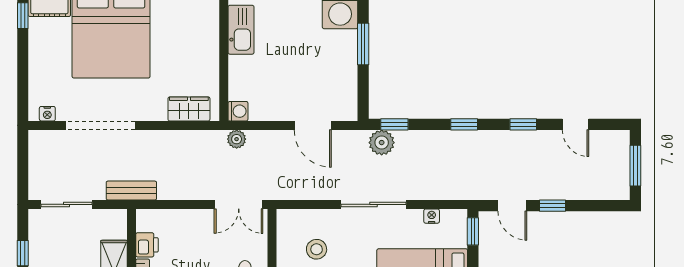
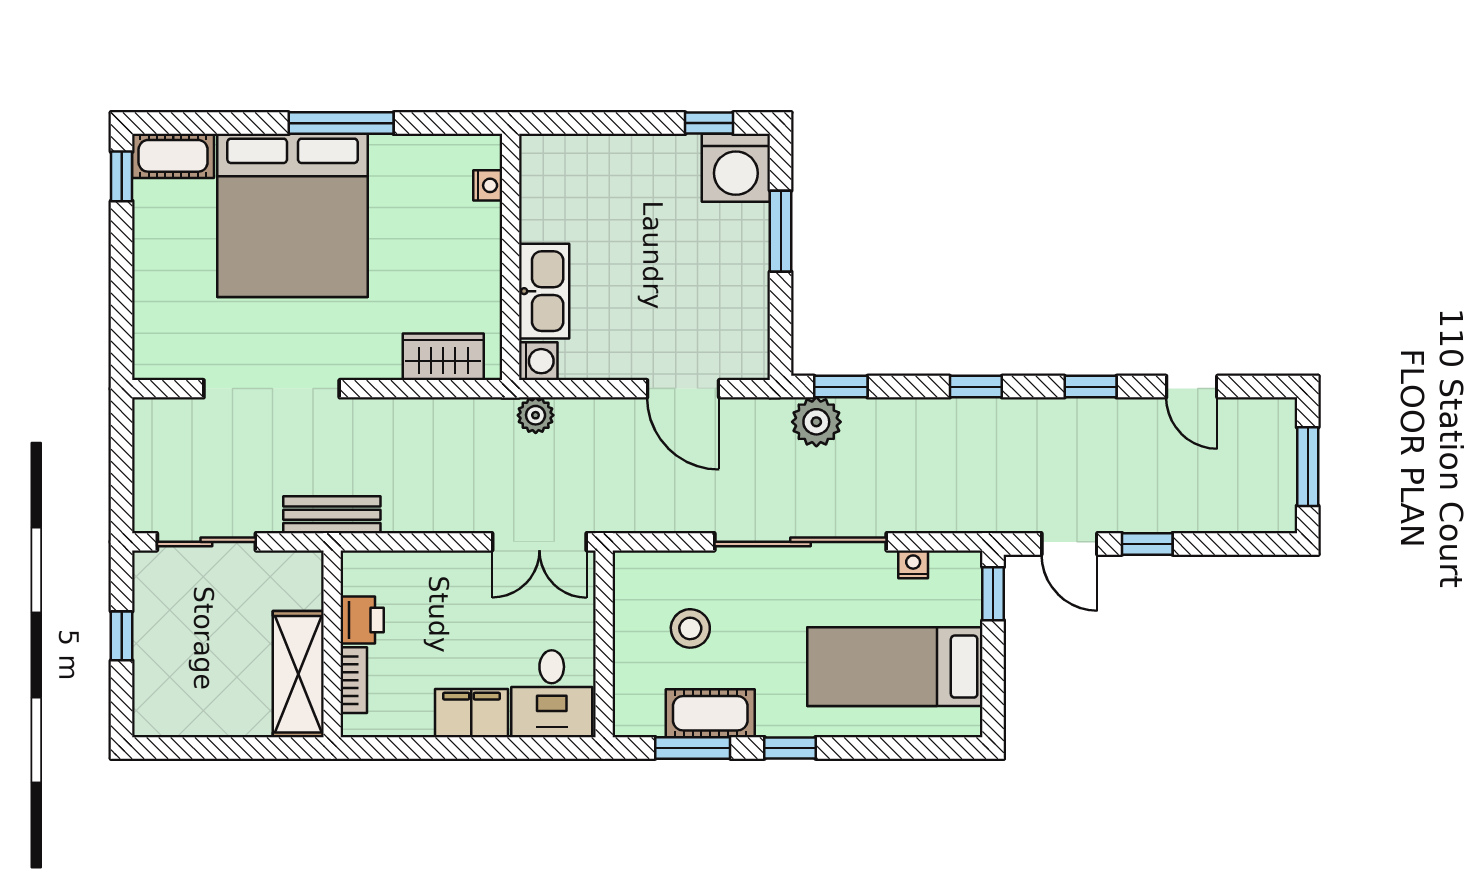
kitchen sink: (241, 30) -> (544, 291), moved
nightstand: (47, 114) -> (488, 185), moved, turned -90
sliding door: (373, 204) -> (801, 542), width x1.36

